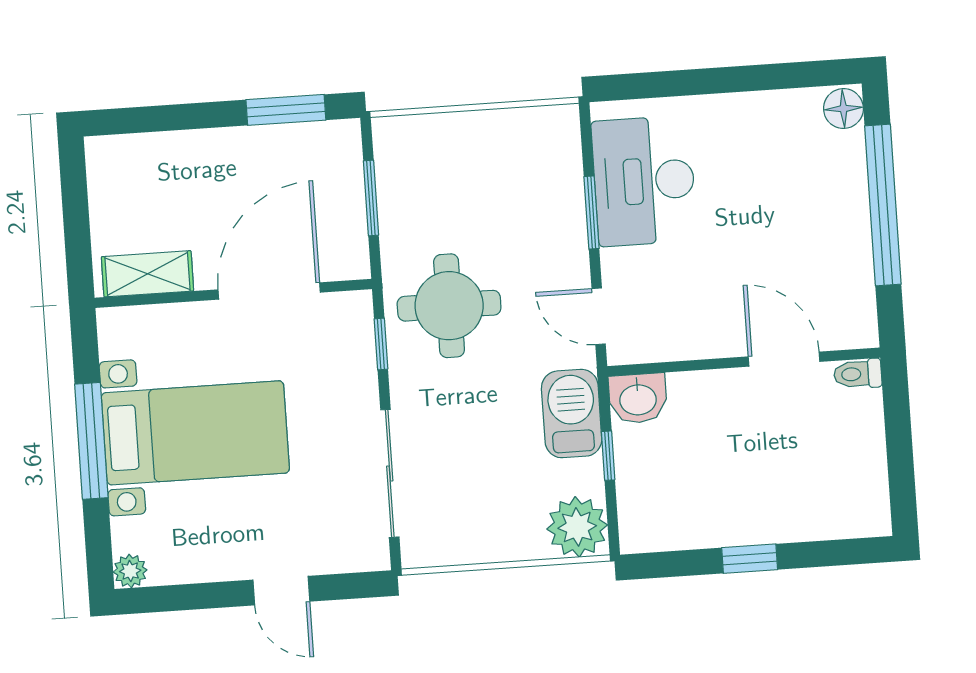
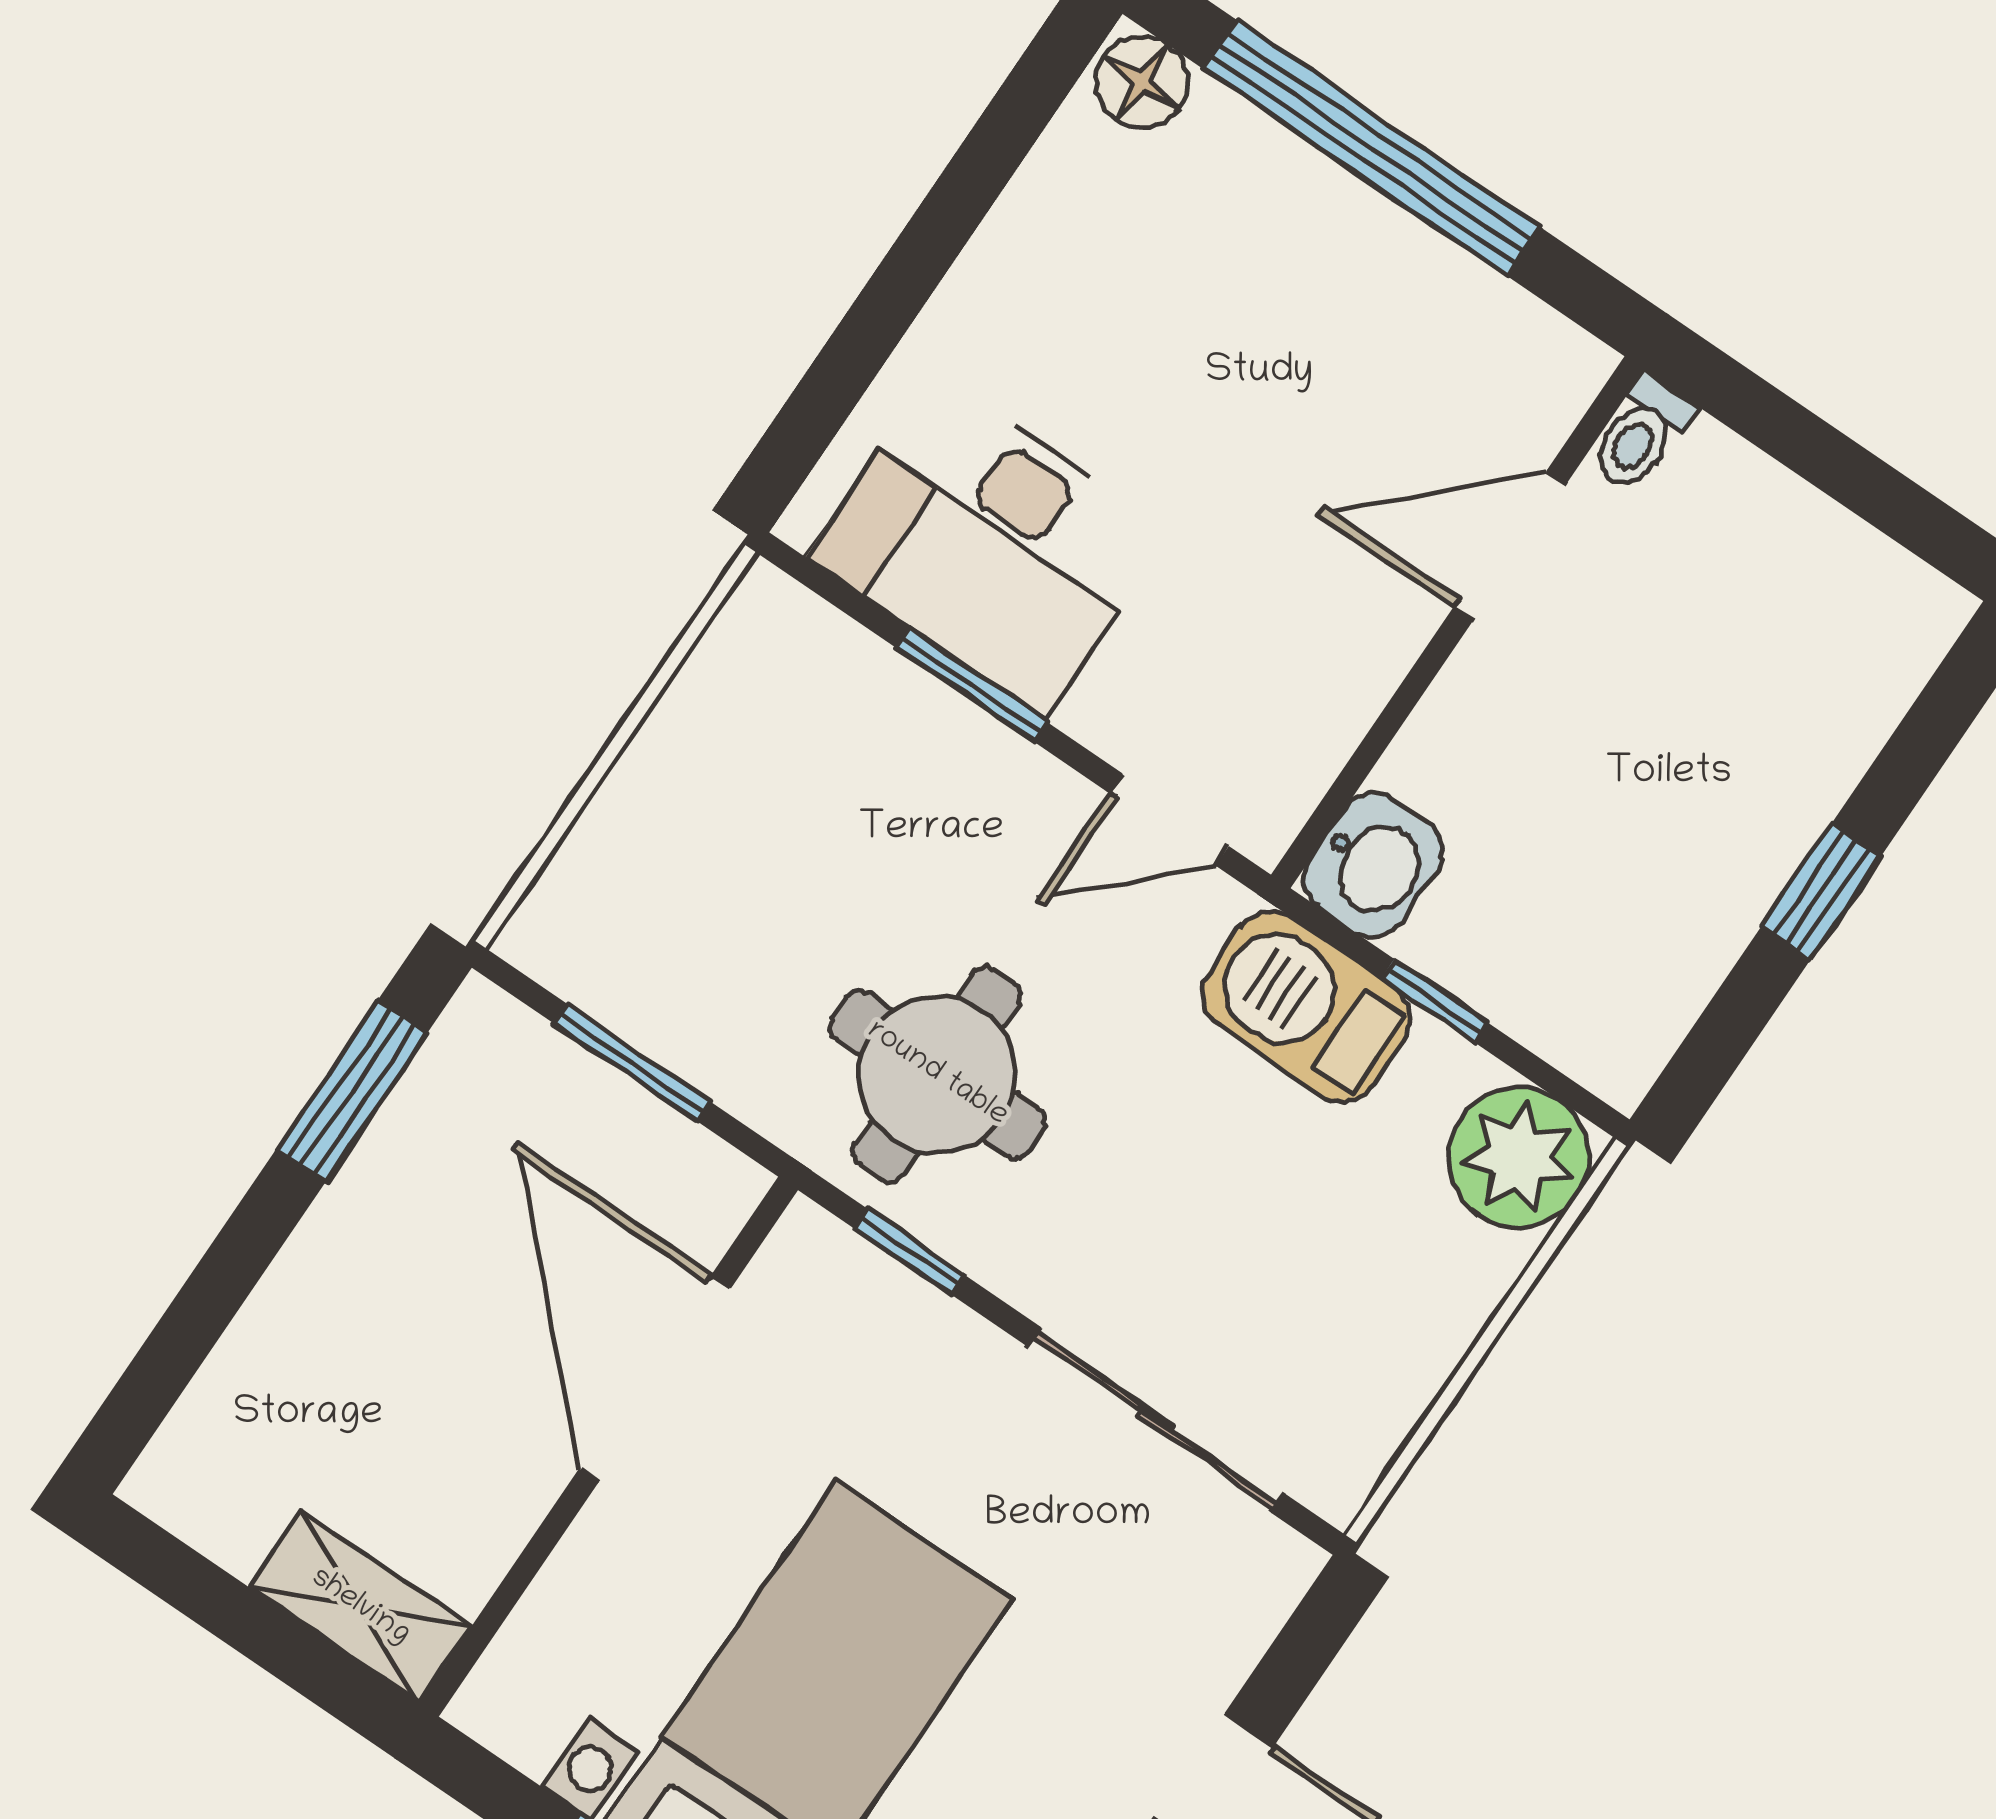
shelving: (148, 274) -> (360, 1607), moved, turned 90

